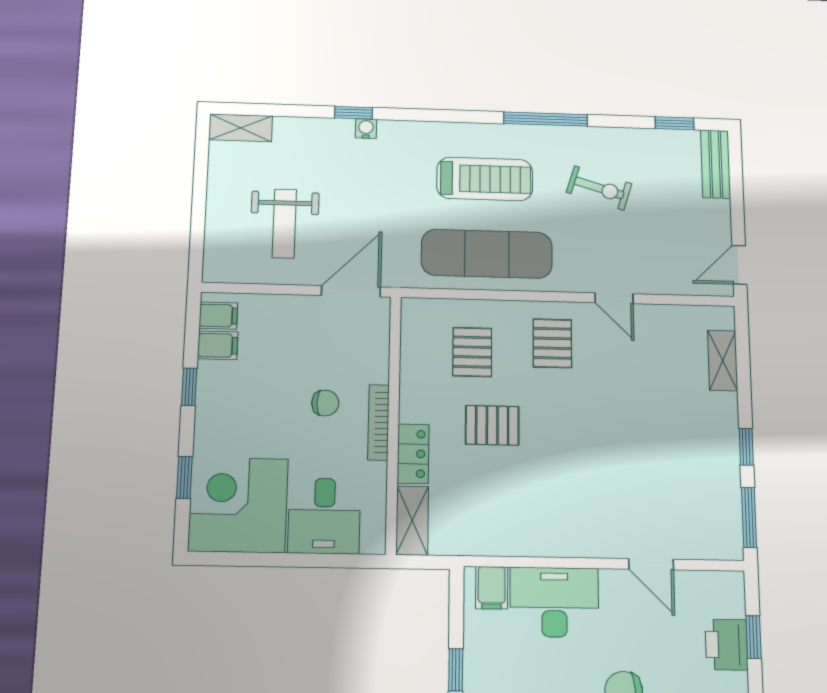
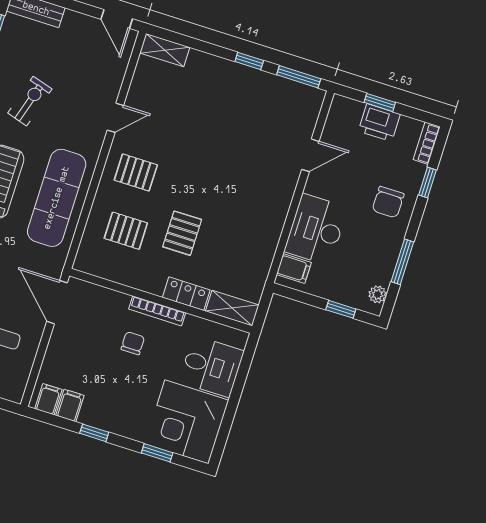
shelving: (723, 361) -> (165, 50), moved

